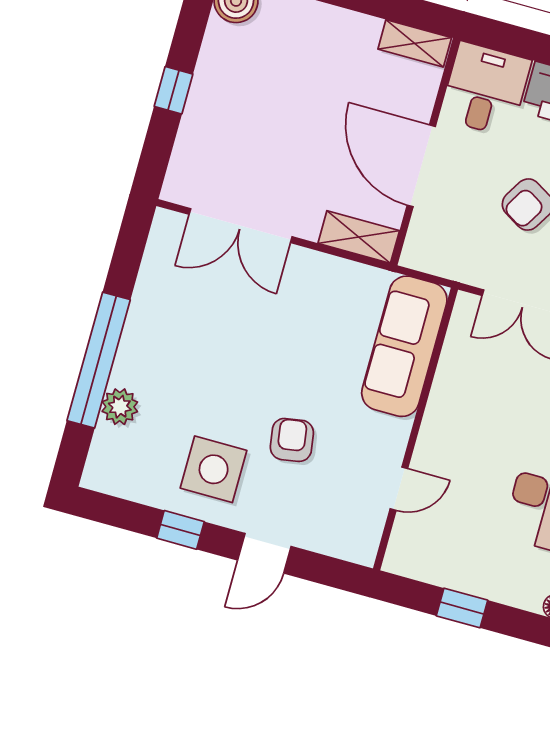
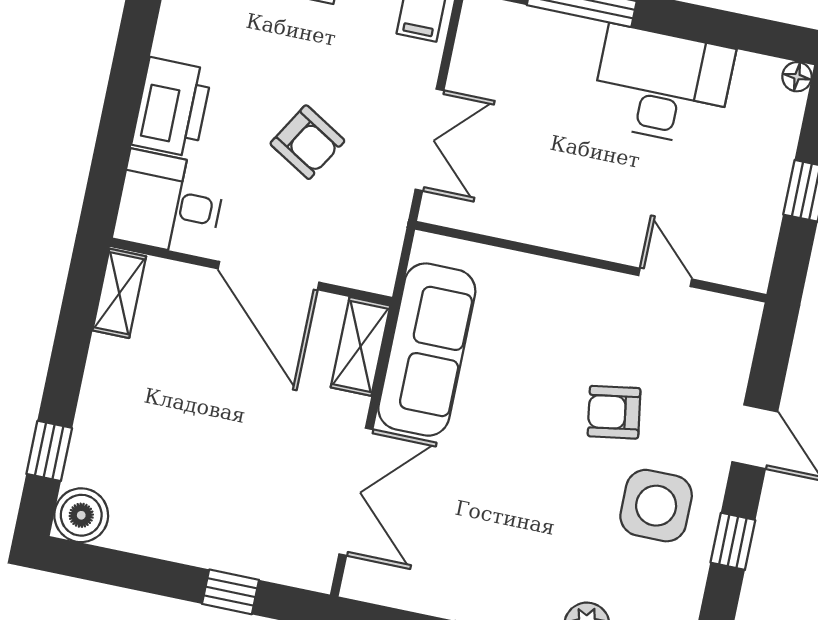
window: (173, 90) -> (231, 592), moved
door: (421, 166) -> (268, 276), hinge flipped
sofa: (404, 346) -> (427, 350), moved, turned -90

